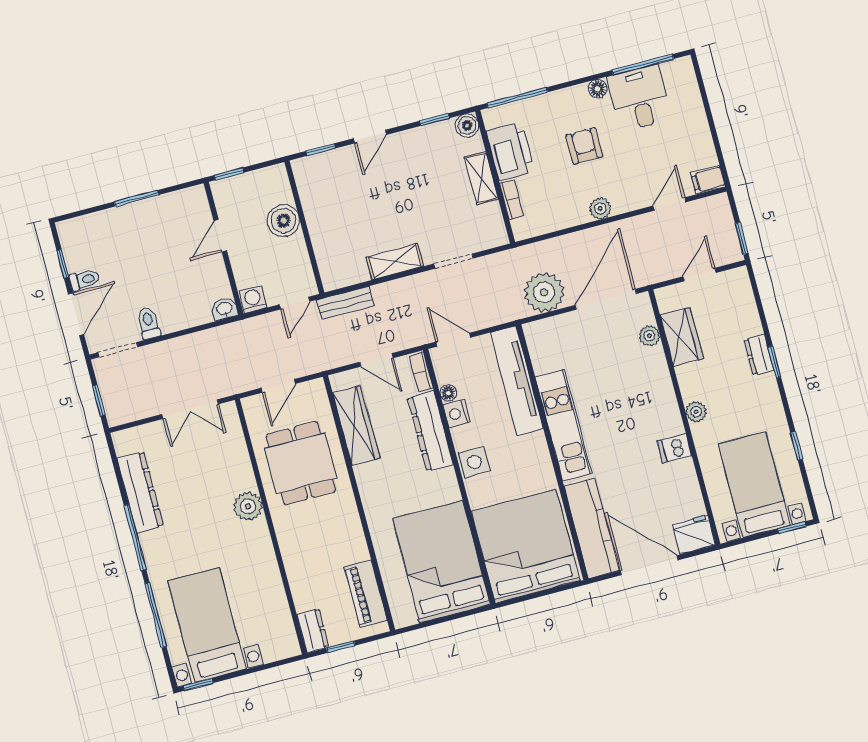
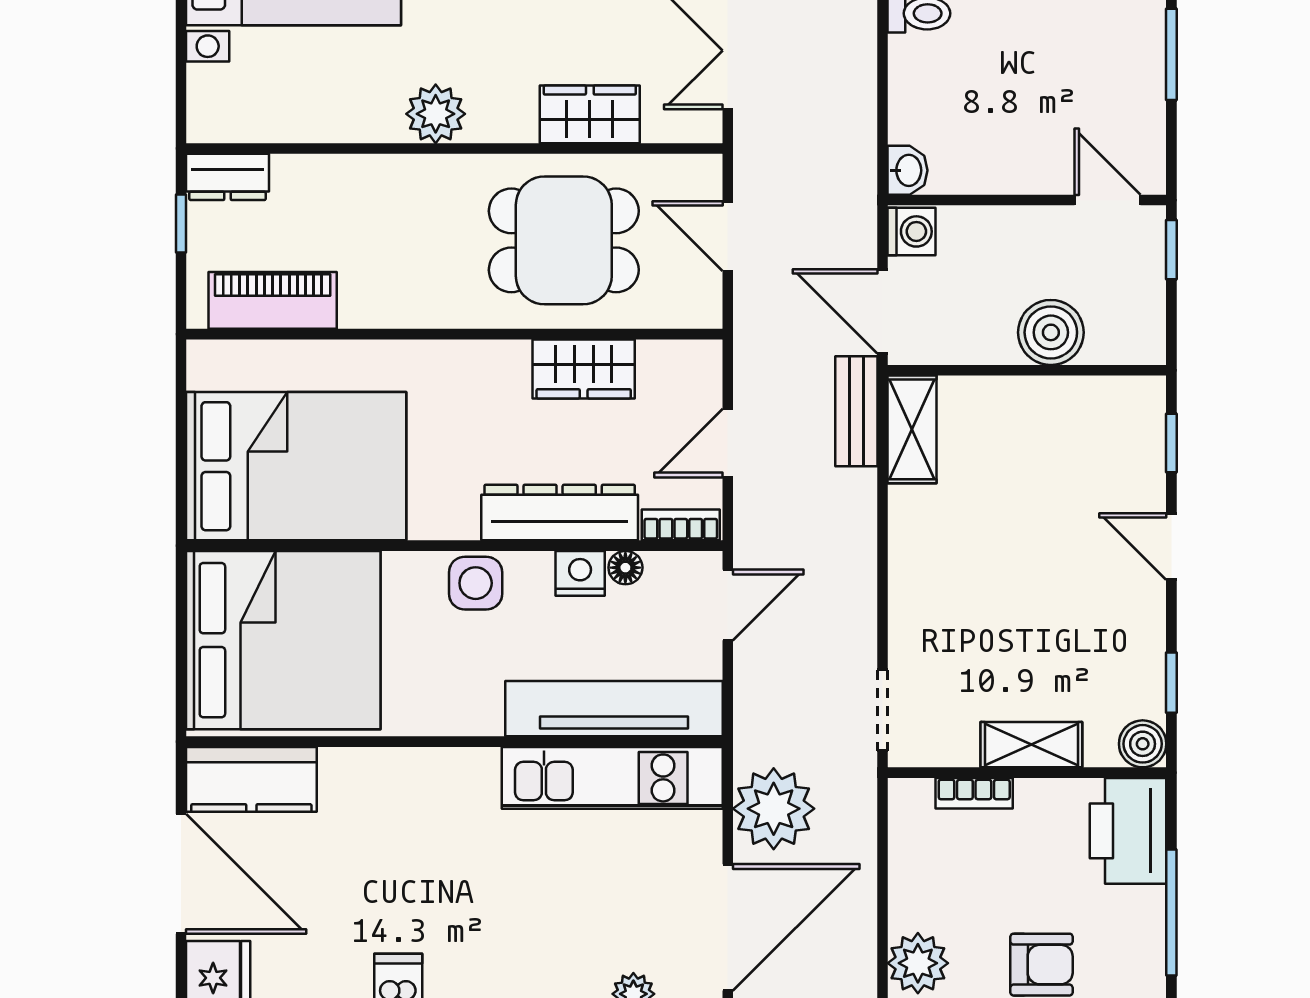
window: (517, 98) -> (1171, 913), moved
printer: (510, 151) -> (1128, 831), moved, turned 90
plant: (600, 209) -> (918, 963), width x1.38, depth x1.38
door: (220, 236) -> (1108, 200), moved
doorway: (454, 261) -> (883, 710), moved
shelving: (395, 262) -> (912, 429), moved
door: (606, 299) -> (728, 927), hinge flipped
door: (294, 303) -> (883, 311), width x1.38
kitchen unit: (564, 425) -> (612, 778), moved
wardrobe: (356, 426) -> (584, 369), width x0.67
wardrobe: (238, 467) -> (590, 114), added
plant: (248, 506) -> (436, 114), moved
kitchen counter: (591, 528) -> (251, 779), width x0.67
door: (649, 565) -> (181, 874), hinge flipped

